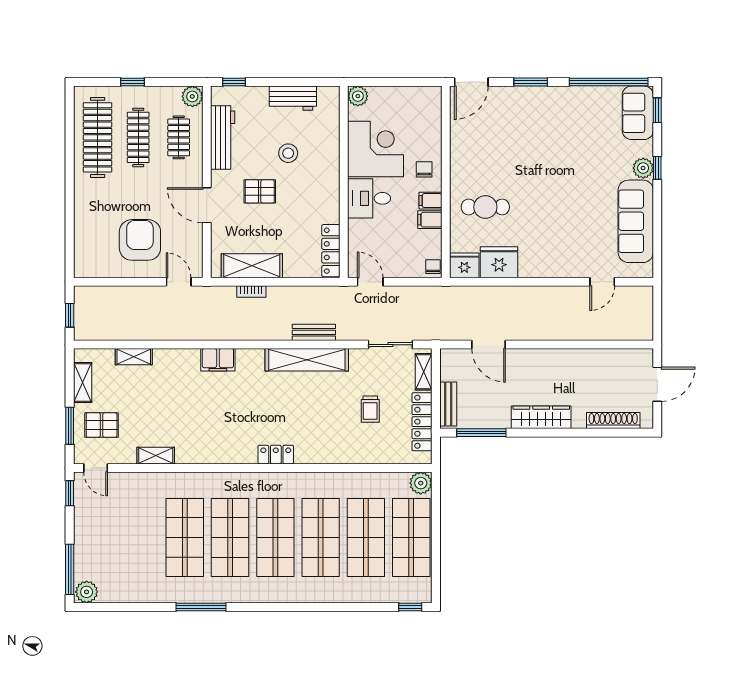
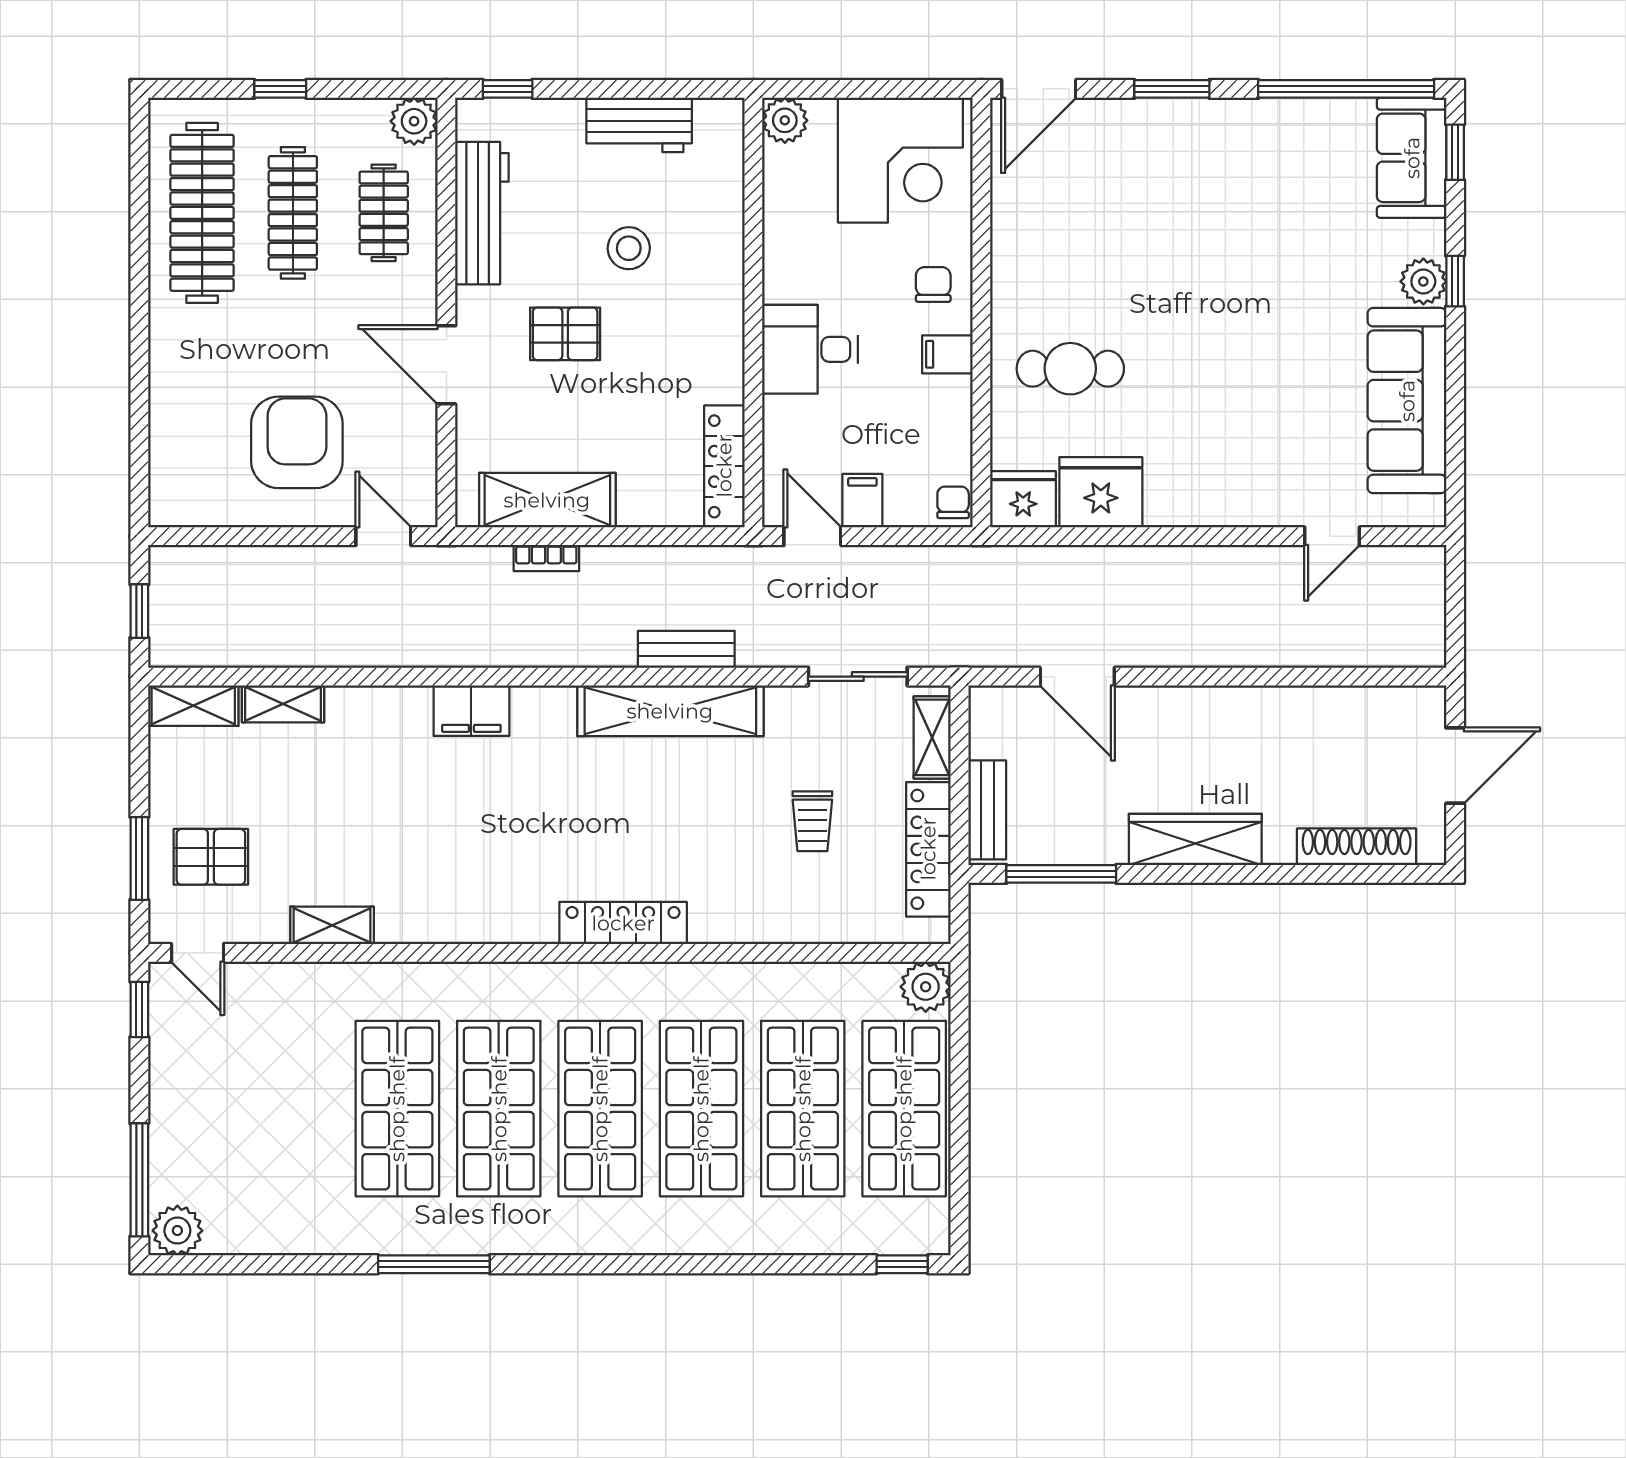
corner desk: (376, 149) -> (900, 160), moved, turned 90
filing cabinet: (430, 220) -> (862, 501), moved, turned 90
shelving: (83, 382) -> (193, 706), moved, turned 90
locker: (276, 455) -> (623, 923), width x1.53

